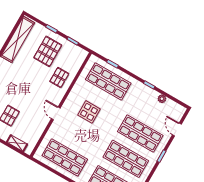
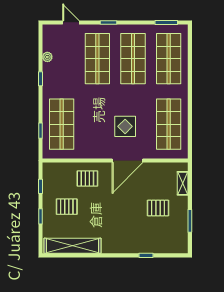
pallet: (48, 51) -> (67, 207), width x0.67, depth x0.71
display table: (89, 112) -> (125, 126), moved
door: (56, 113) -> (127, 160), width x1.88
door: (177, 129) -> (71, 22), swing flipped

